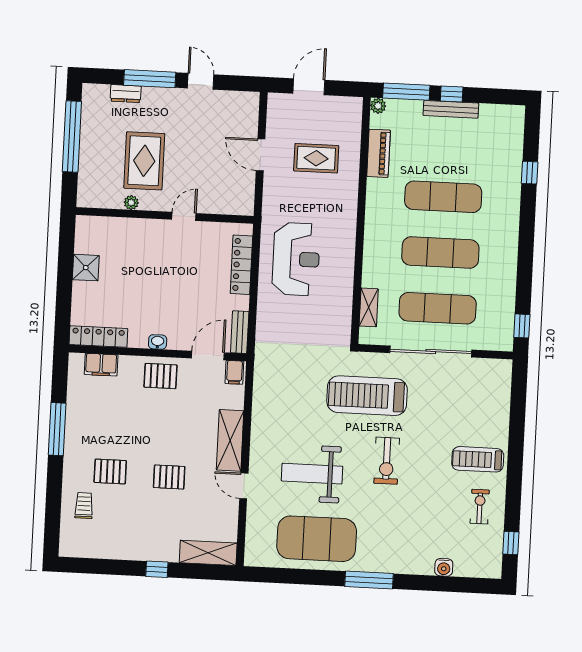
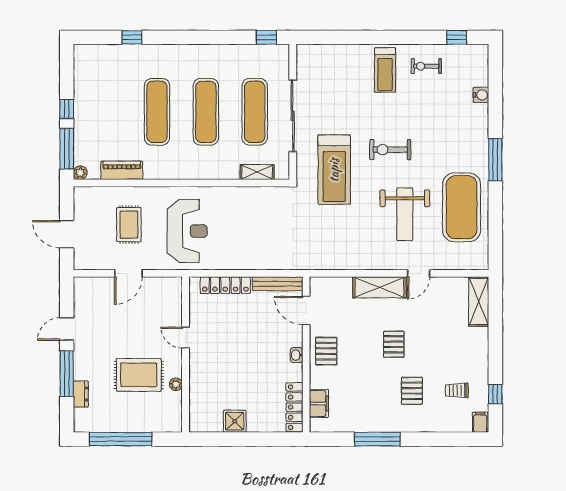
bench: (451, 109) -> (80, 109), removed
reception desk: (296, 259) -> (187, 231), moved, turned 90
bench: (240, 332) -> (278, 284), width x1.36
filing cabinet: (234, 372) -> (480, 422), moved, turned -90
exercise bike: (387, 461) -> (390, 150), turned 180
pallet: (169, 477) -> (394, 344), moved
trolley: (84, 506) -> (457, 390), moved
window: (157, 569) -> (495, 394), moved

